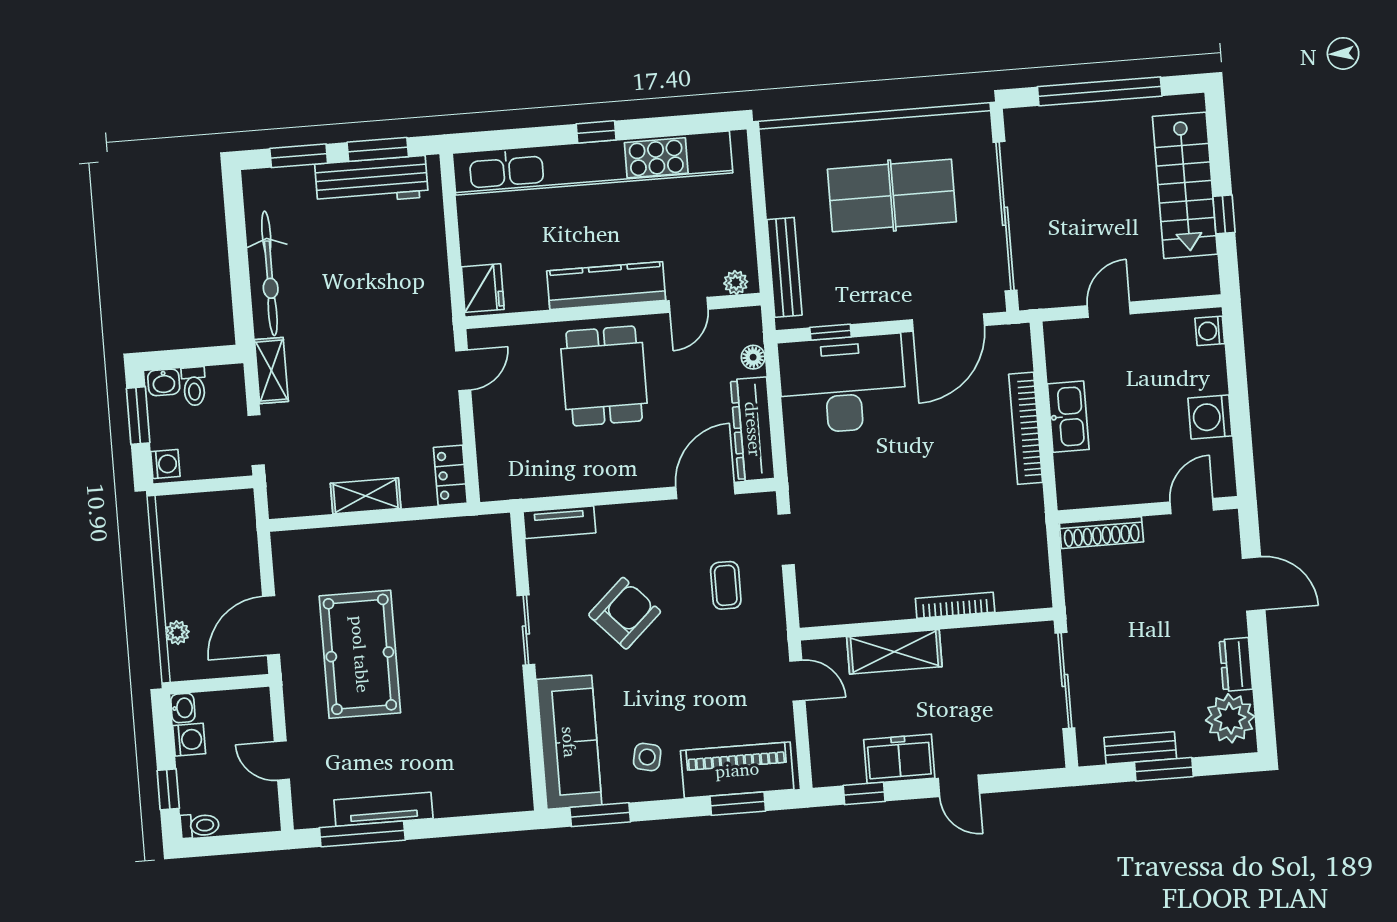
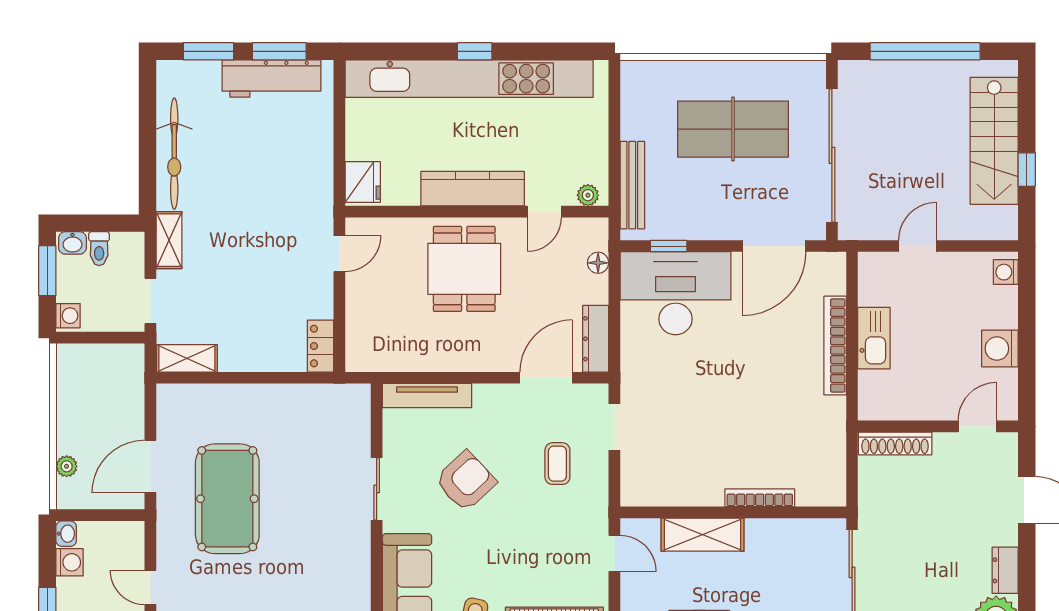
dresser: (753, 429) -> (596, 339), width x0.73, depth x0.80
shelving: (366, 496) -> (187, 358), moved
tv unit: (559, 522) -> (427, 396), width x1.41

